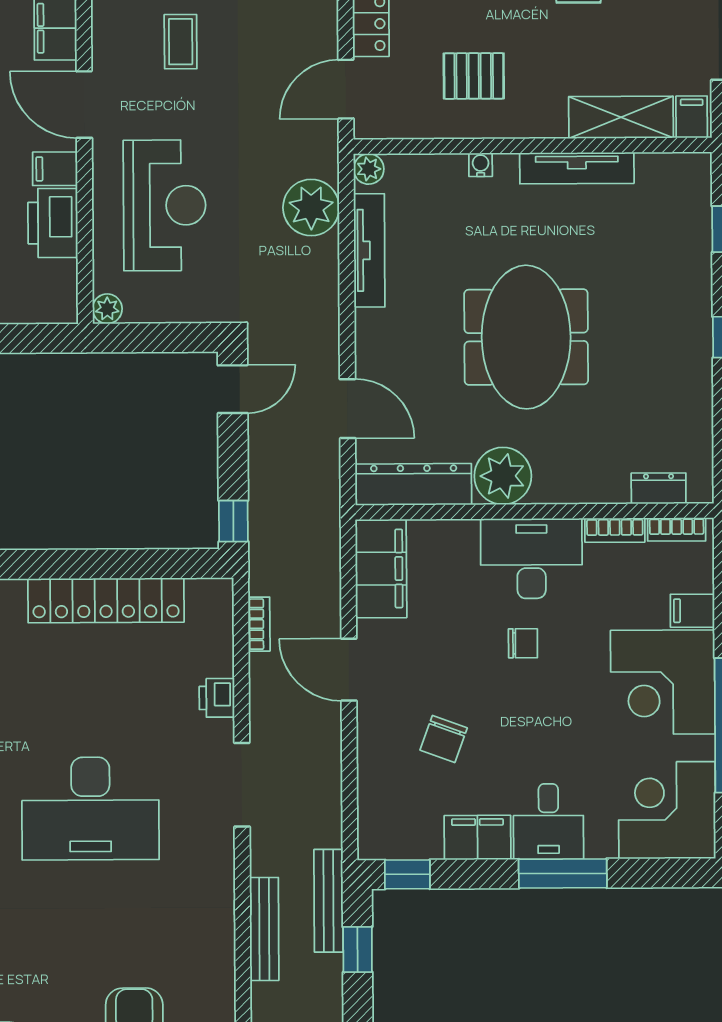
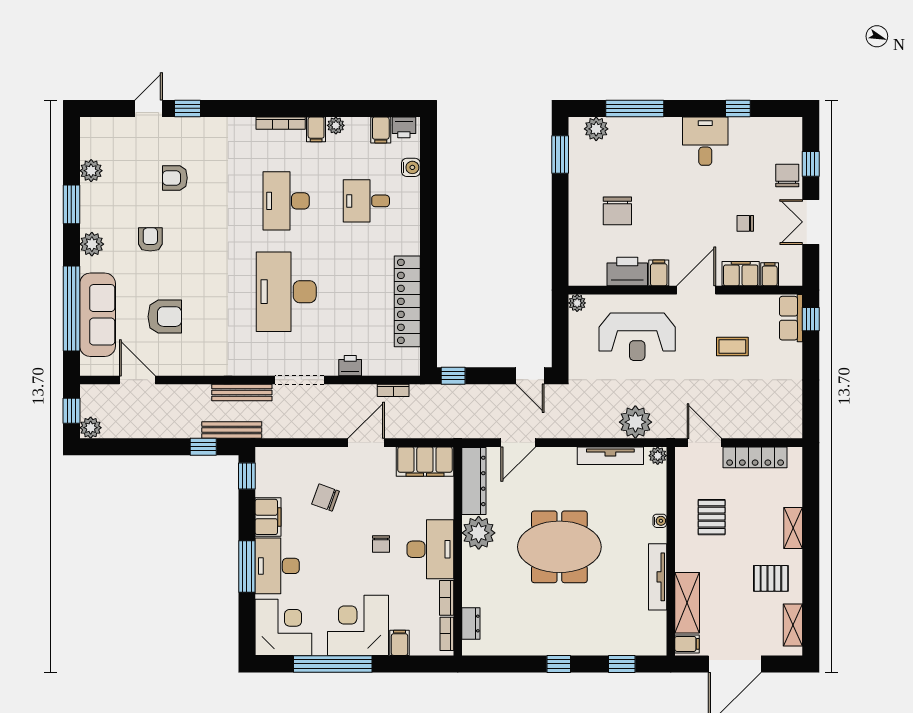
desk: (548, 822) -> (277, 566), width x1.37
bench: (264, 929) -> (242, 393), moved

